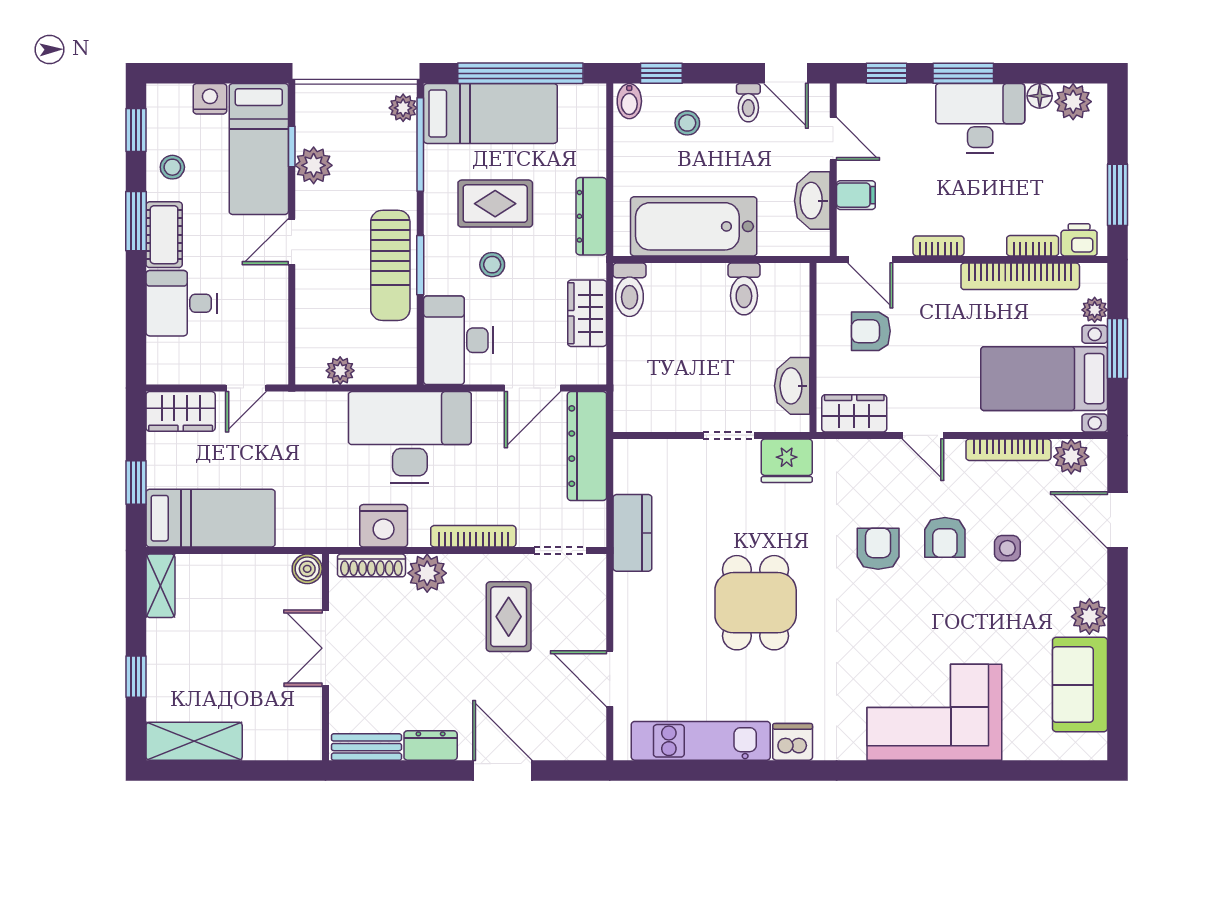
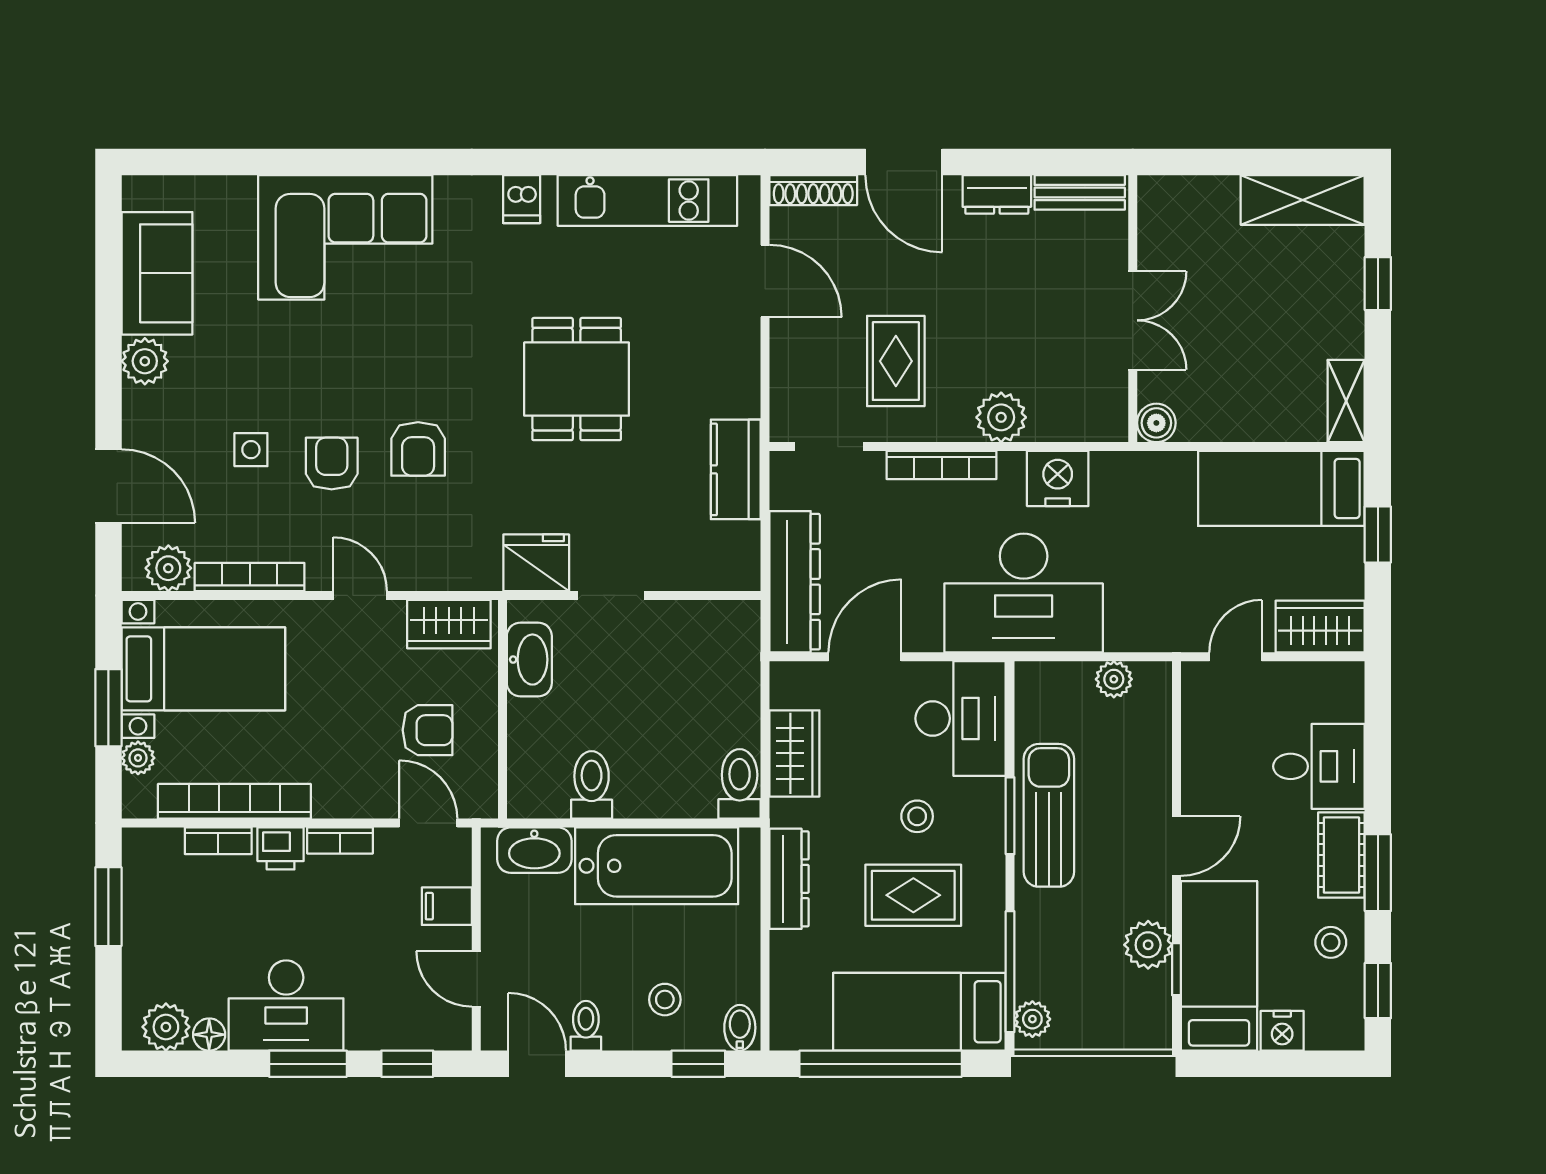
washbasin: (812, 201) -> (534, 850), moved, turned 90
printer: (1079, 240) -> (281, 848), moved
shoe rack: (371, 565) -> (813, 190), moved, turned 180
dishwasher: (793, 742) -> (522, 199), width x0.73

